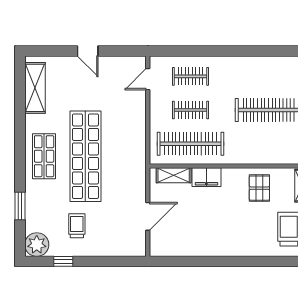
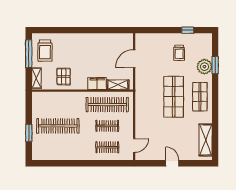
shop shelf: (85, 156) -> (174, 97), width x0.71
plant: (37, 245) -> (204, 67), moved

